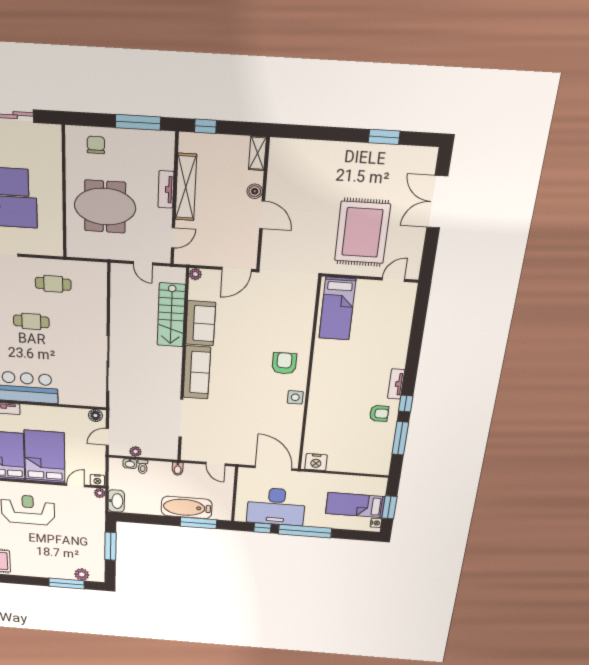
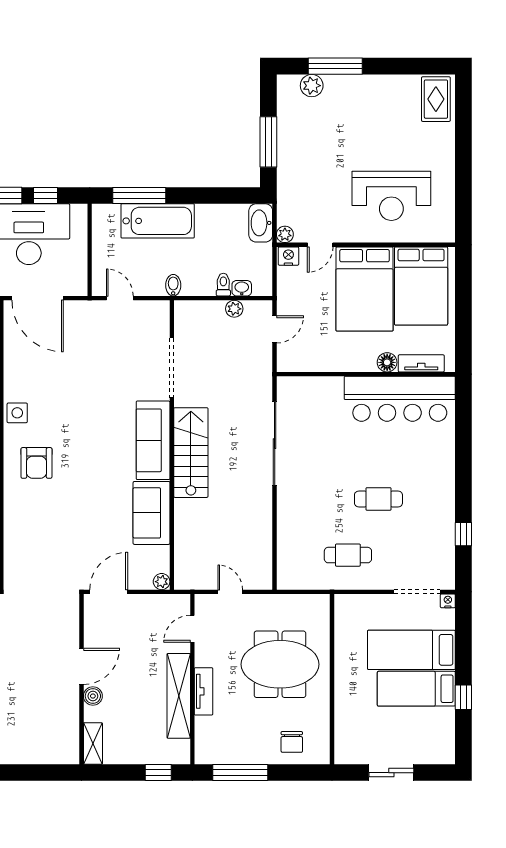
door: (262, 215) -> (81, 666), swing flipped
stairs: (171, 315) -> (191, 453), moved
floor lamp: (95, 415) -> (387, 362), moved

